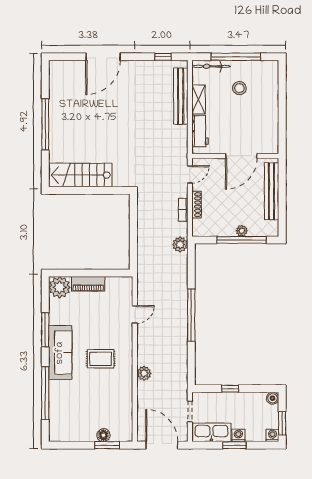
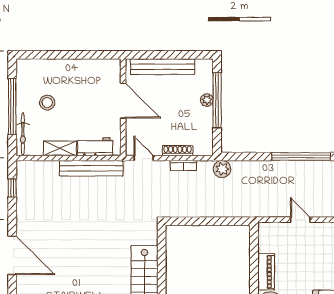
bench: (181, 96) -> (91, 168), moved

